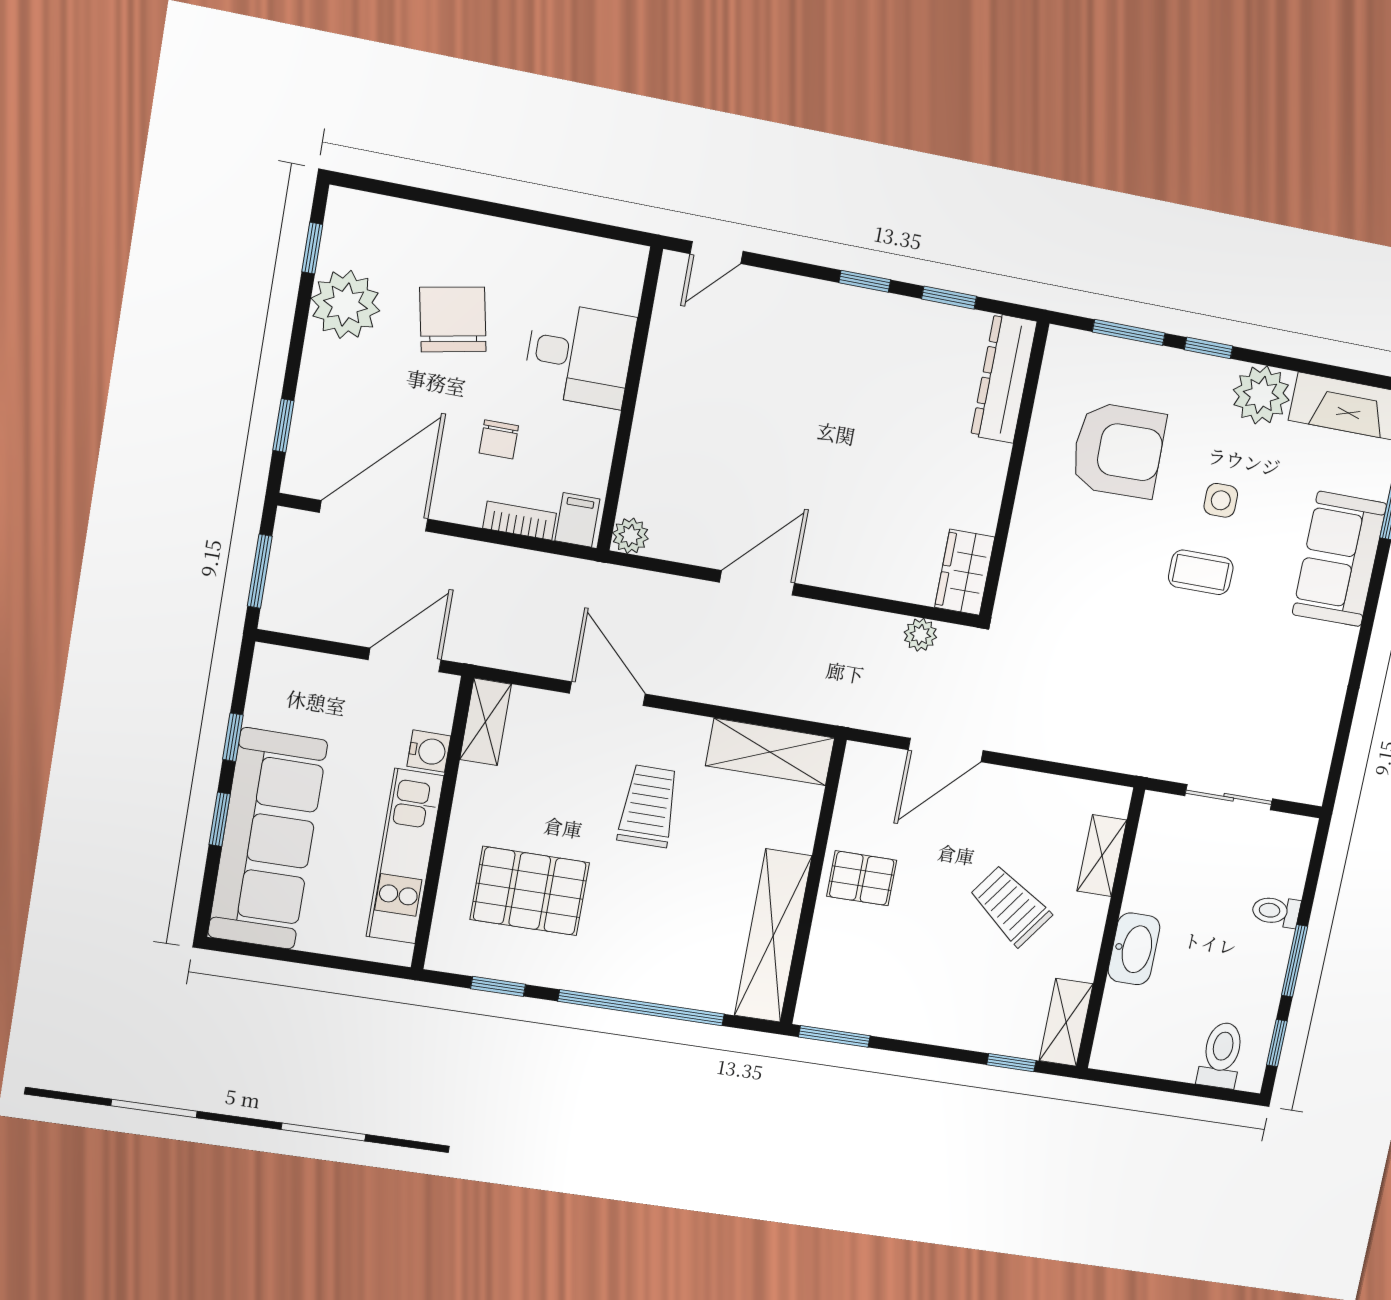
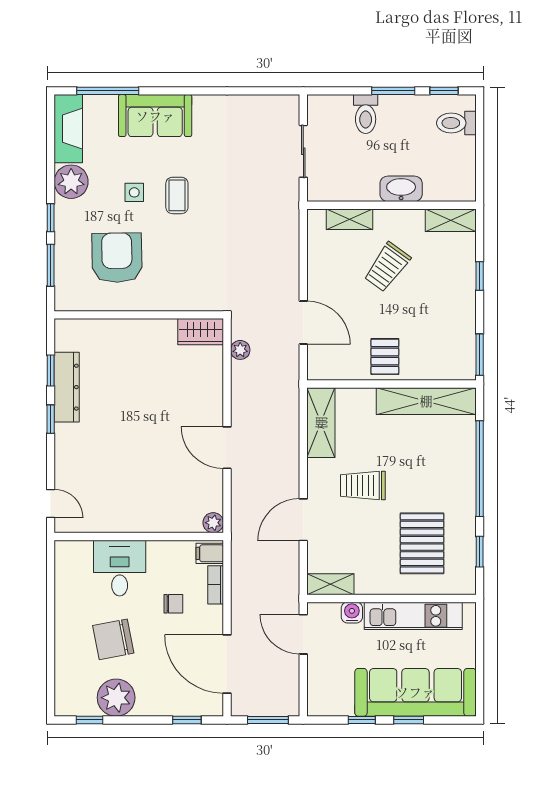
dresser: (1004, 378) -> (67, 387), moved, turned -90
toilet: (1276, 911) -> (366, 114), width x1.37, depth x1.39
window: (1011, 1063) -> (480, 276), moved

